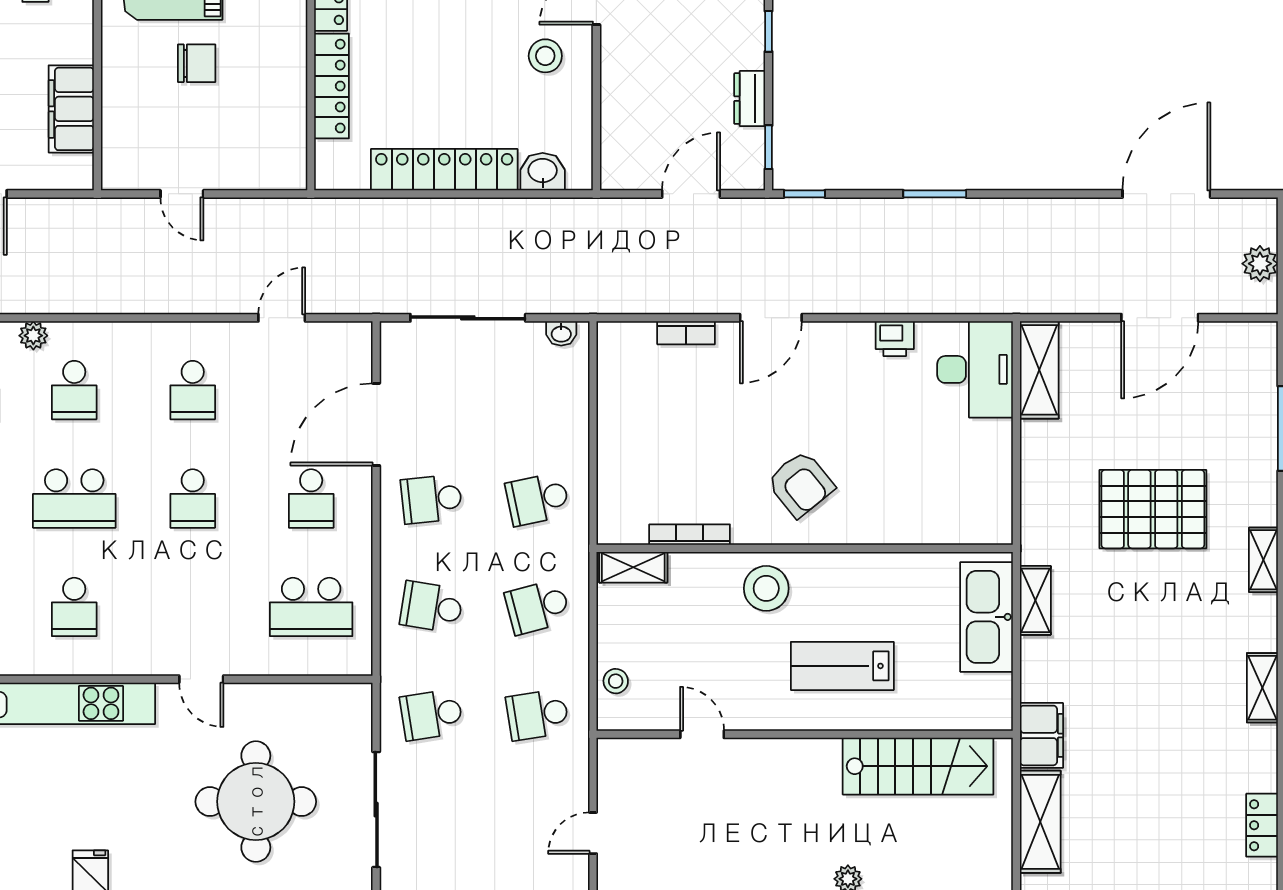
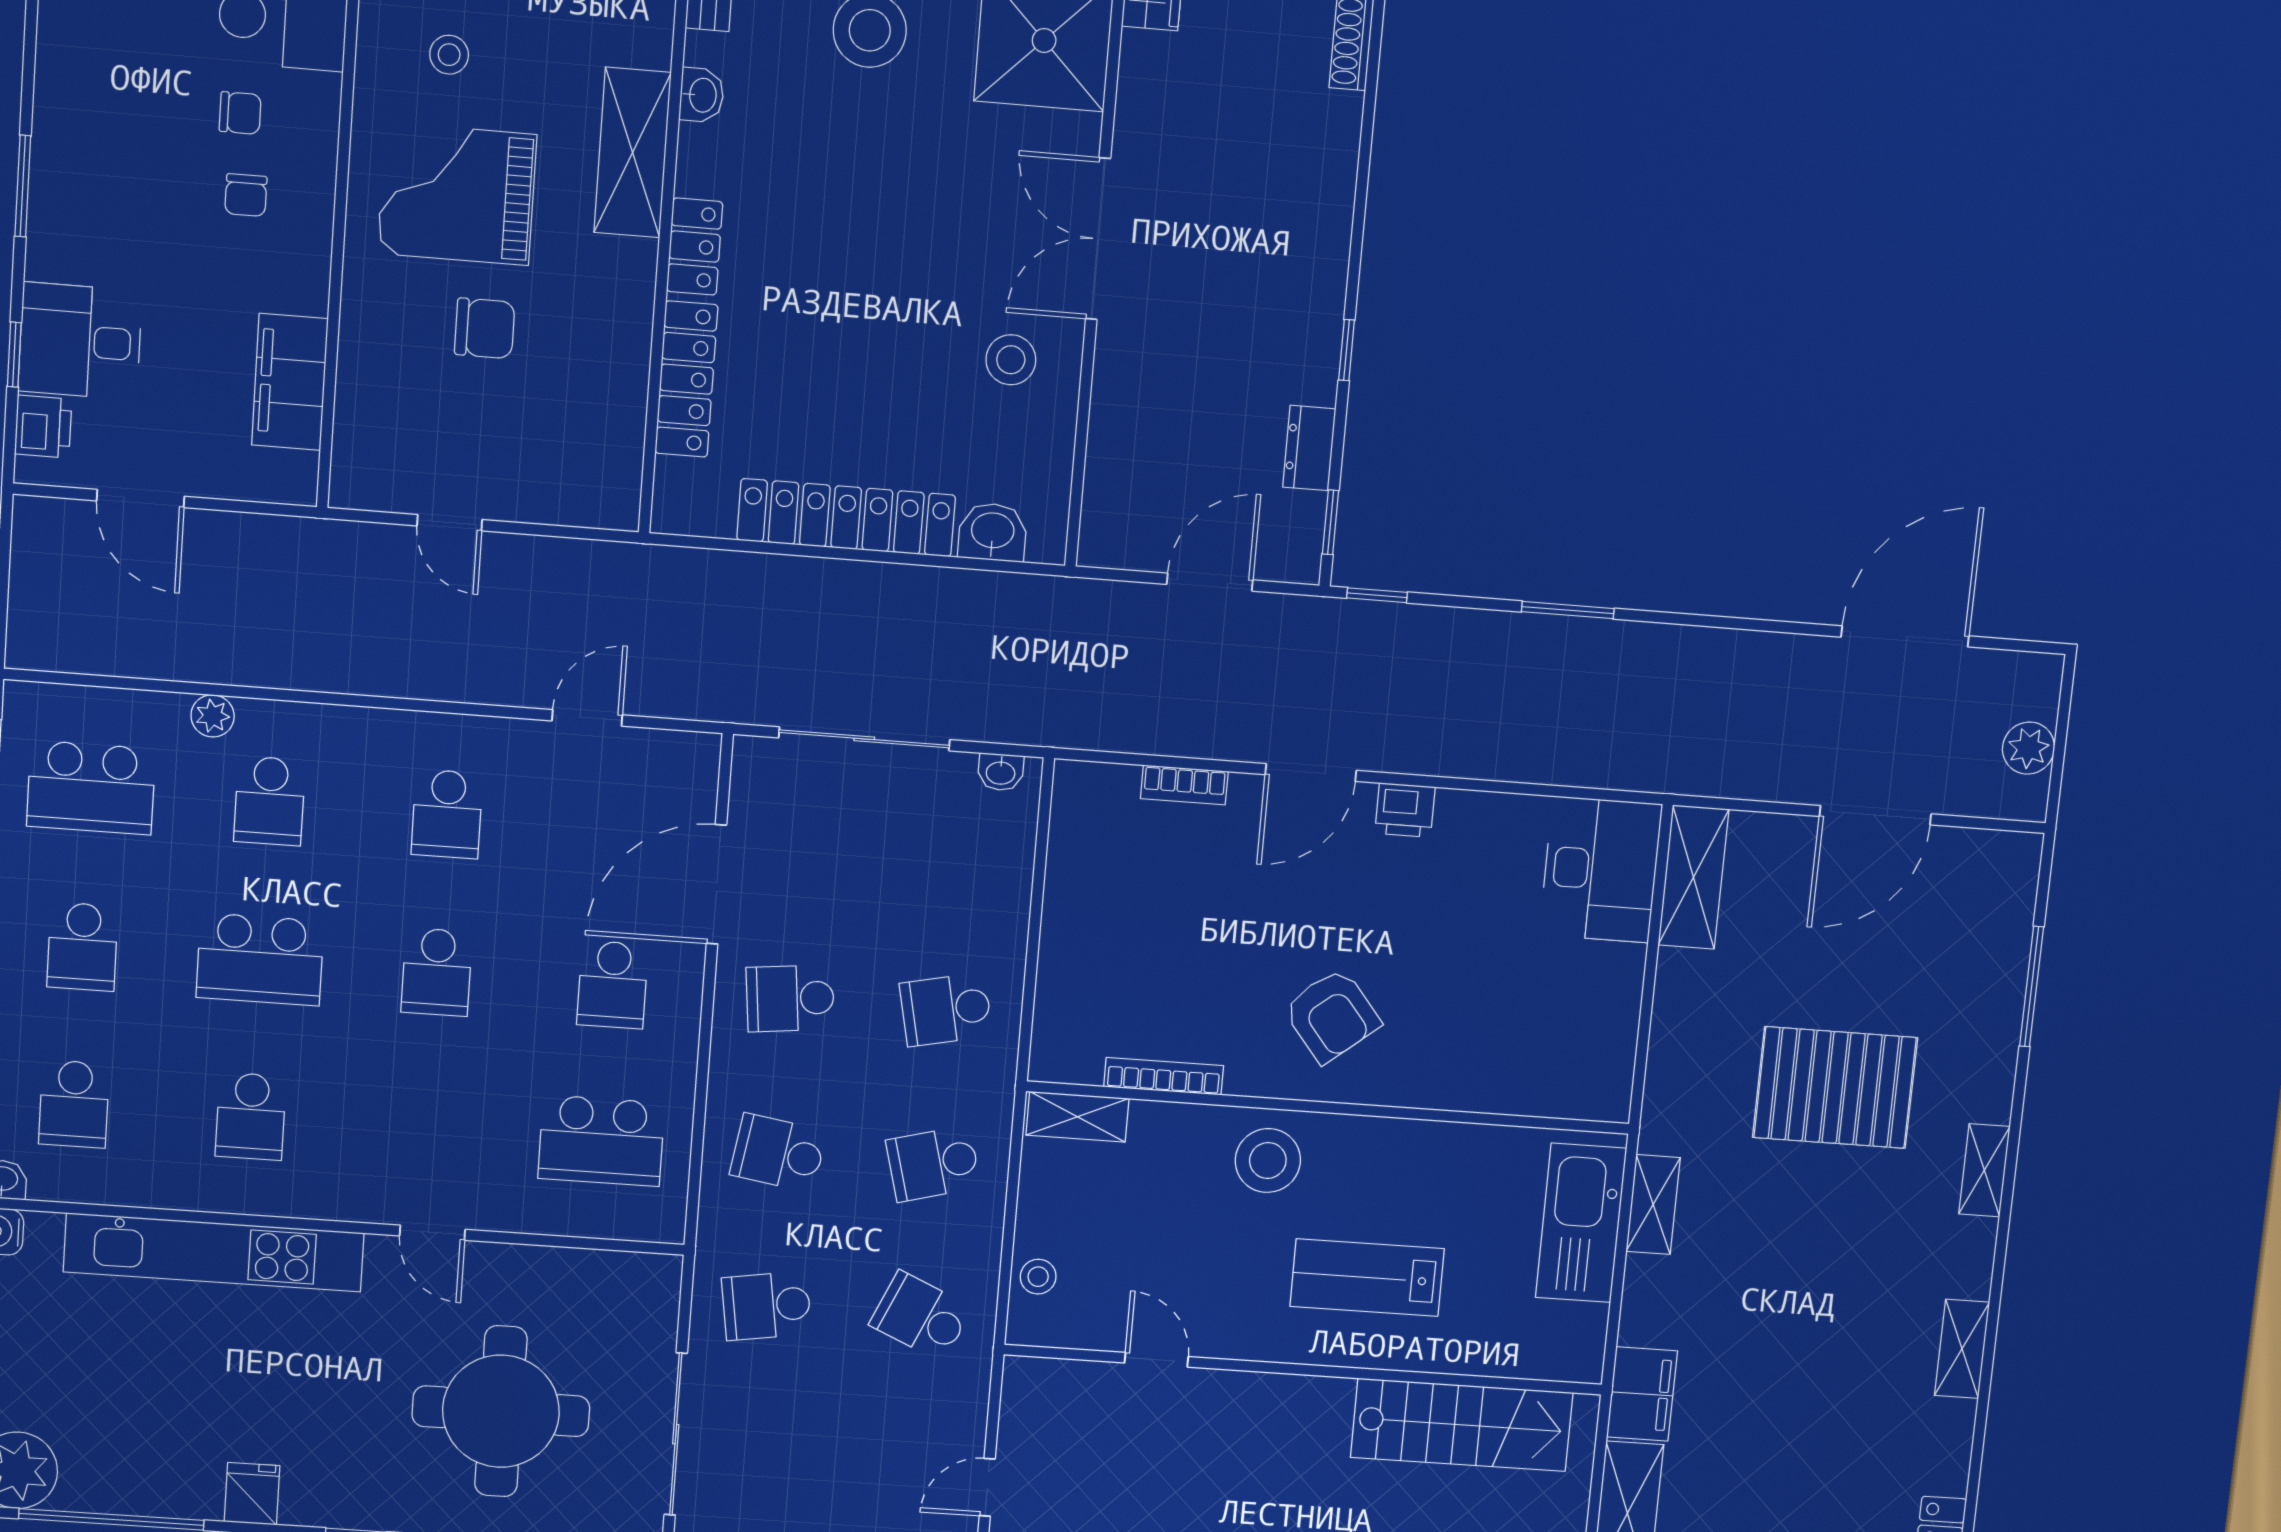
printer: (895, 339) -> (1405, 810), moved
school desk: (538, 715) -> (921, 1316), turned 33

